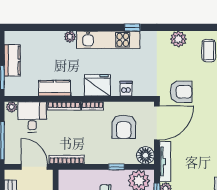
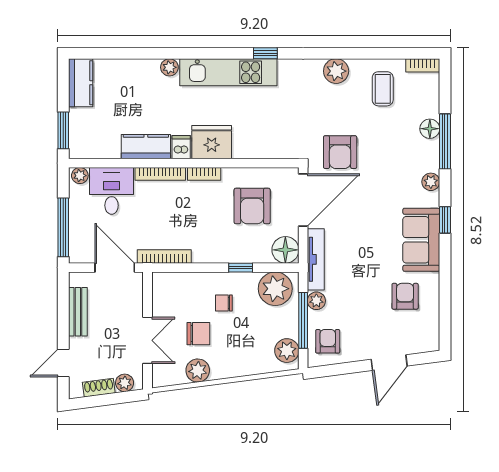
kitchen counter: (12, 60) -> (81, 83), moved
dishwasher: (126, 89) -> (181, 147), moved
armchair: (181, 92) -> (340, 152), turned 90

